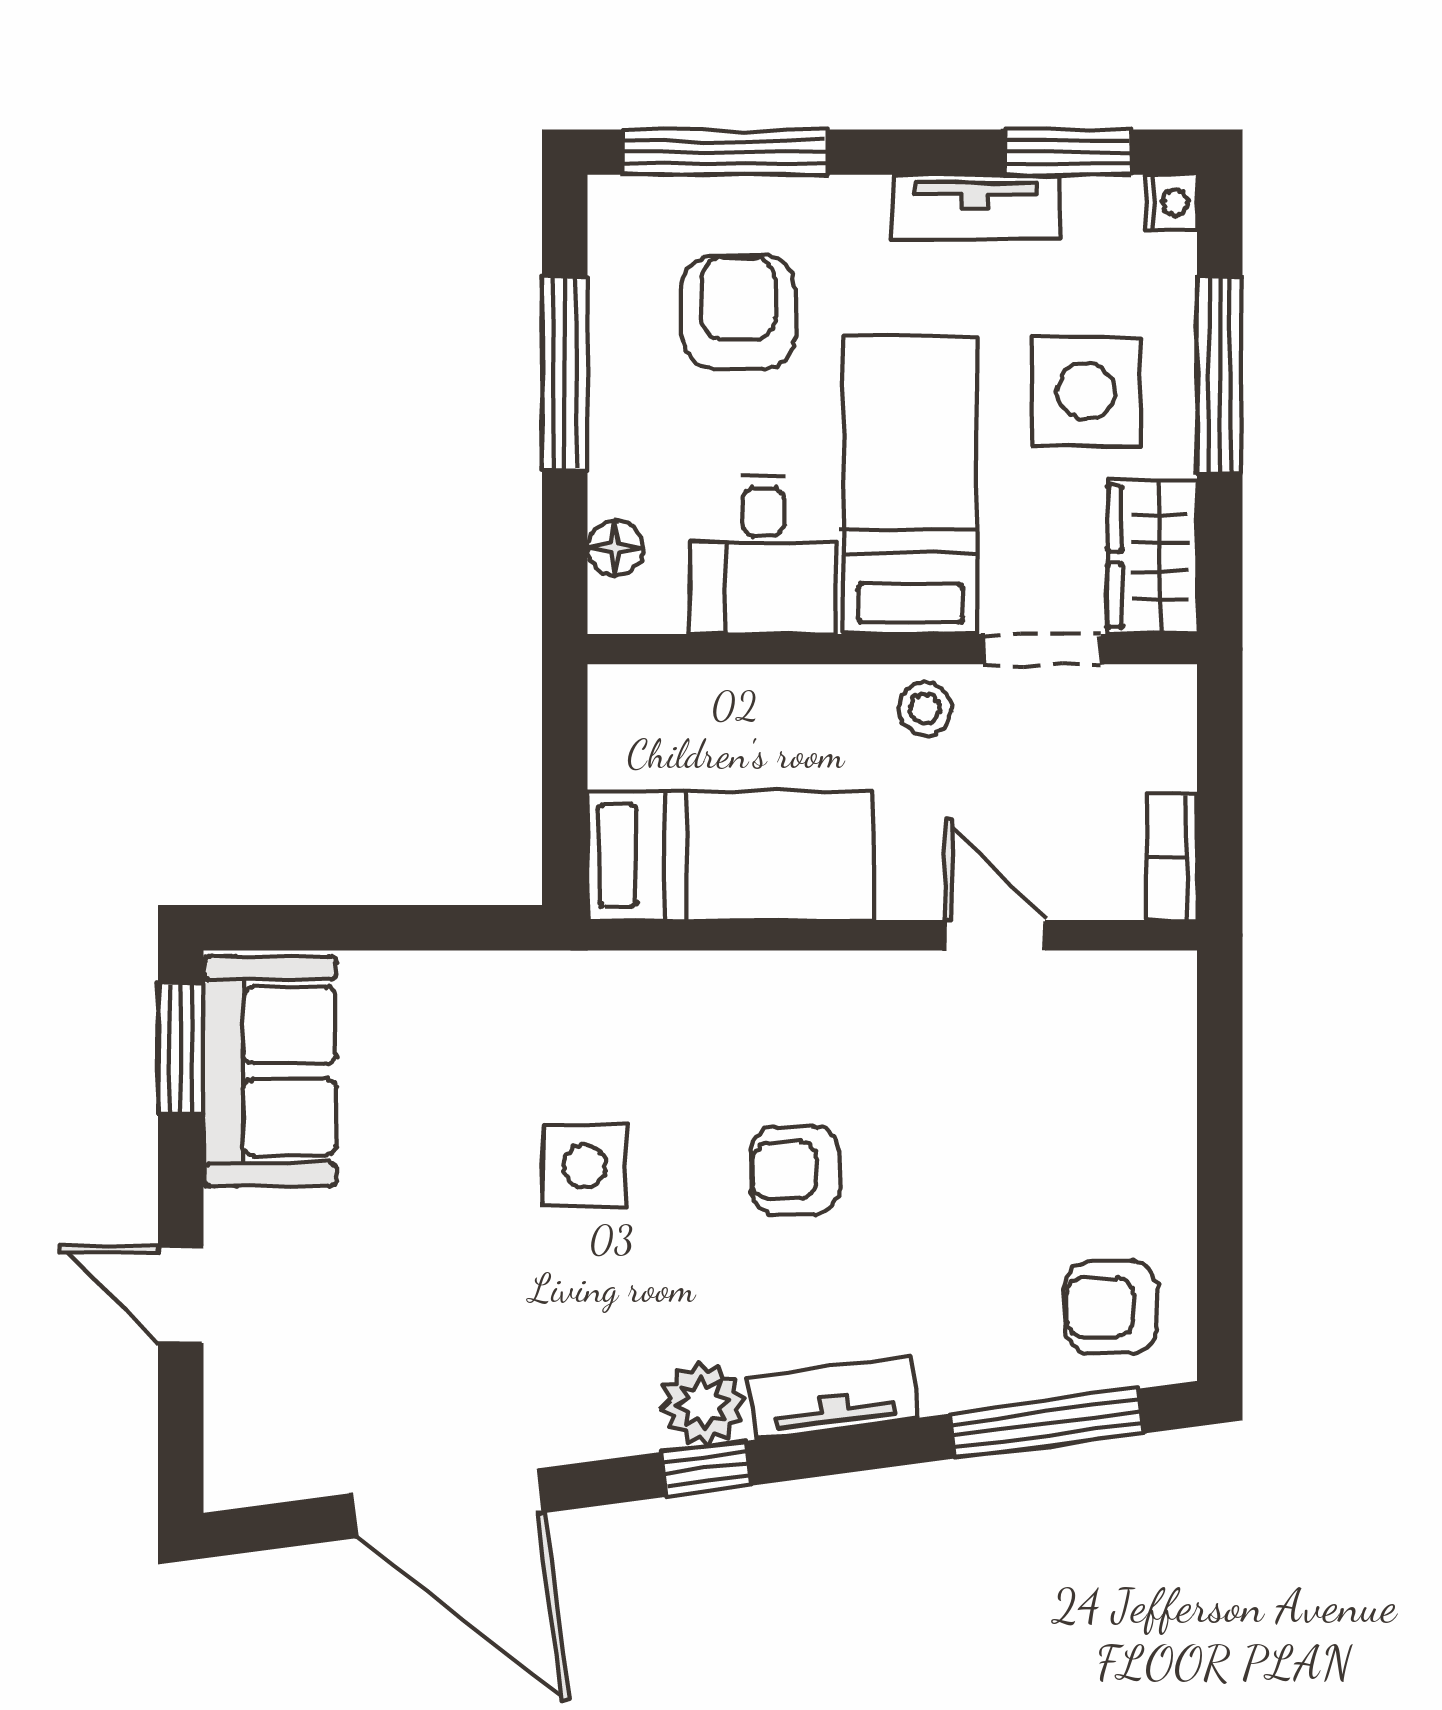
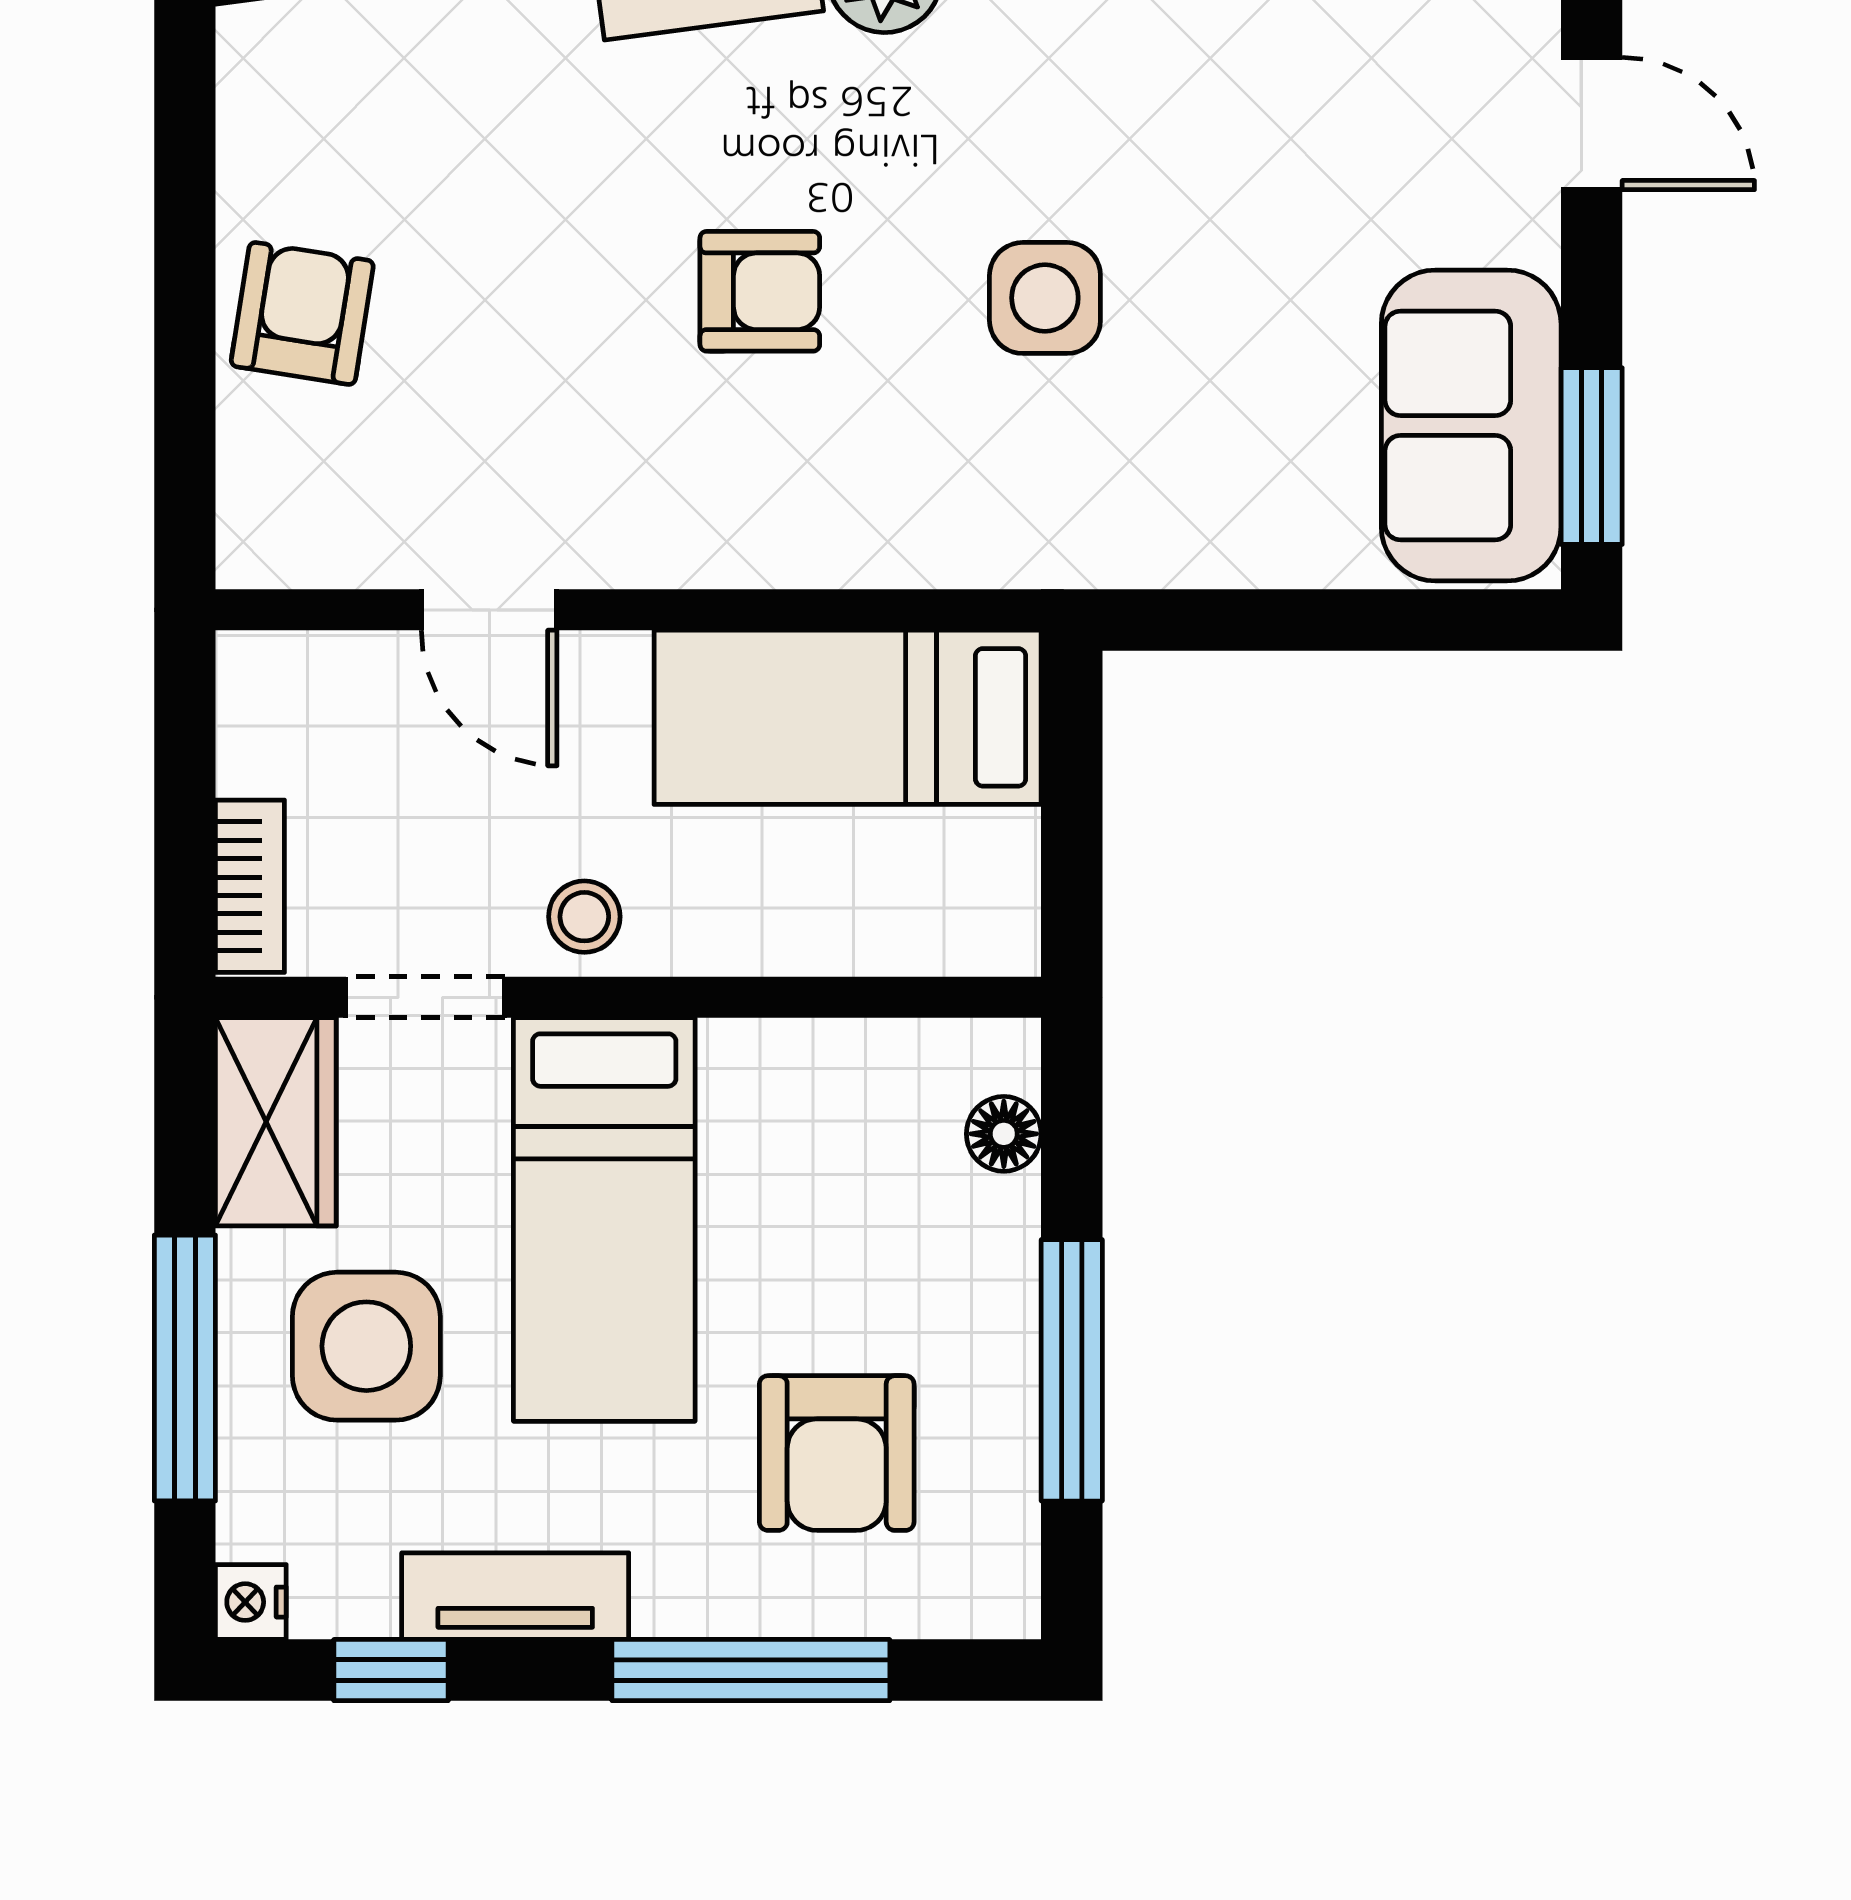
window: (725, 152) -> (751, 1670), moved
window: (1068, 152) -> (391, 1670), width x0.67
desk: (763, 555) -> (803, 1125), removed
bookcase: (1172, 856) -> (250, 886), moved
armchair: (1111, 1307) -> (302, 313), moved, turned -81

